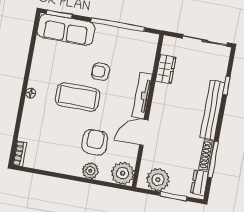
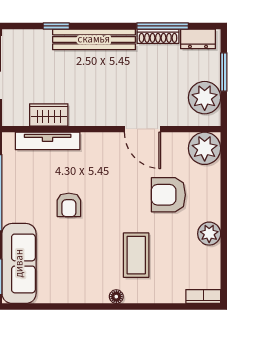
tv unit: (142, 96) -> (48, 141), moved
coffee table: (78, 97) -> (136, 255), moved, width x0.73, depth x0.76
plant: (90, 171) -> (209, 234), moved

